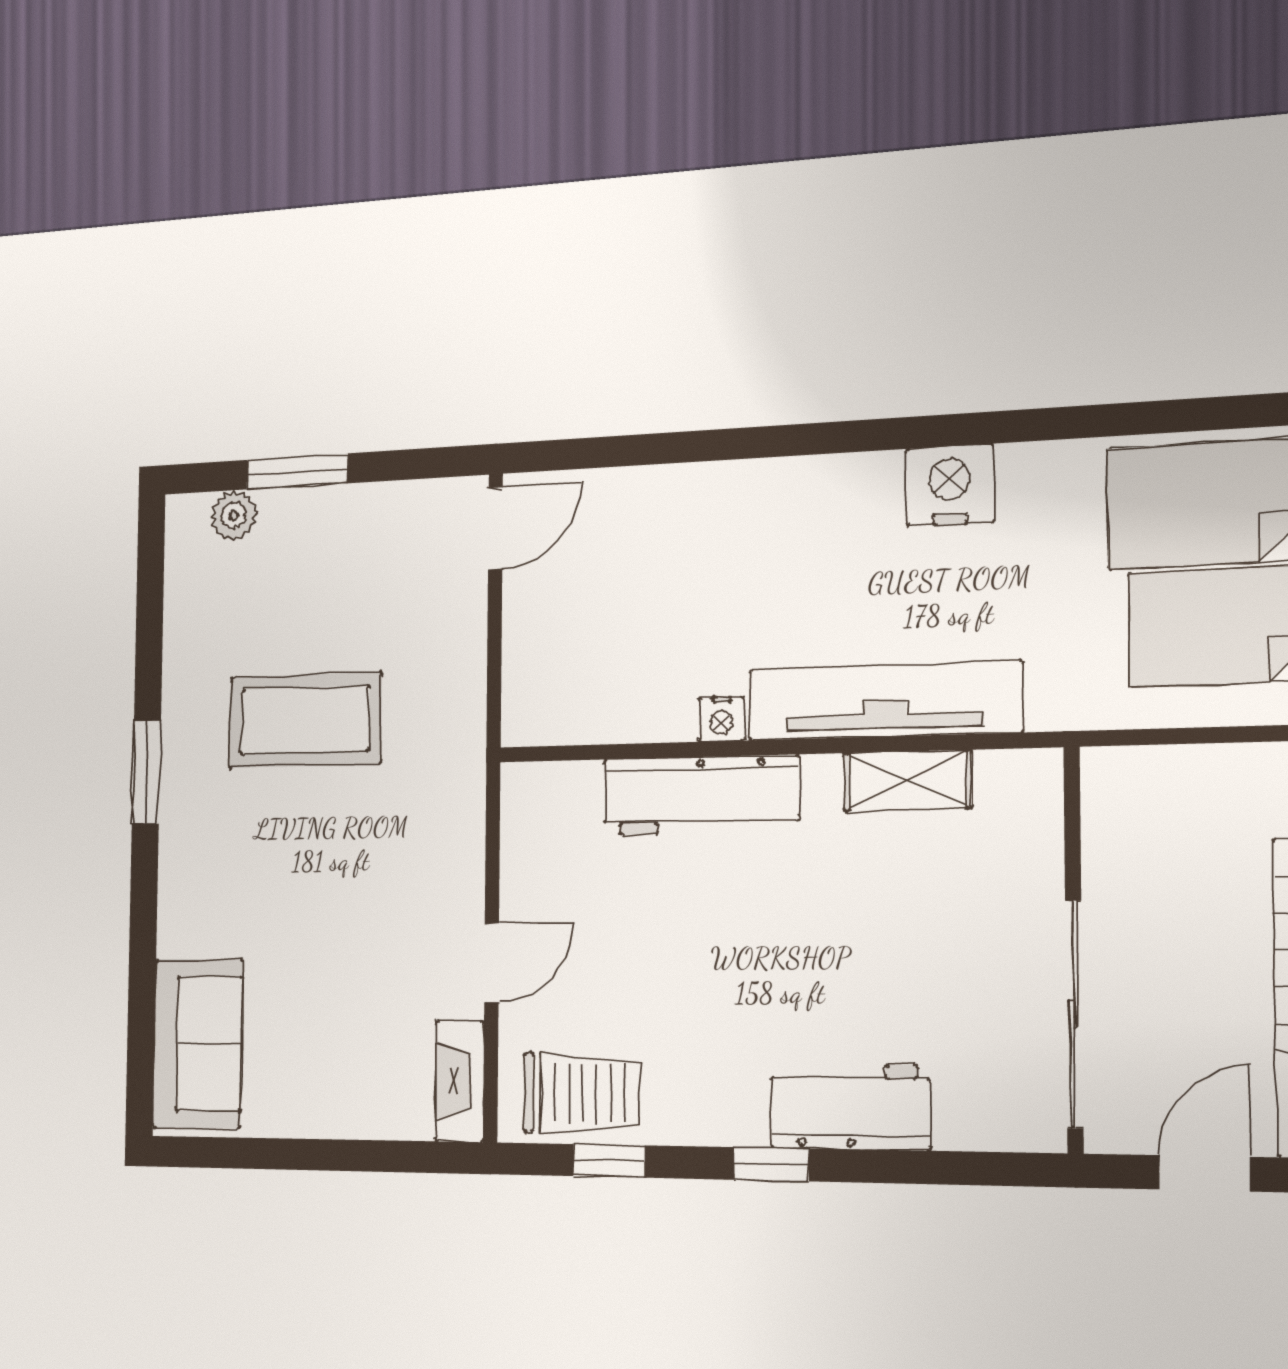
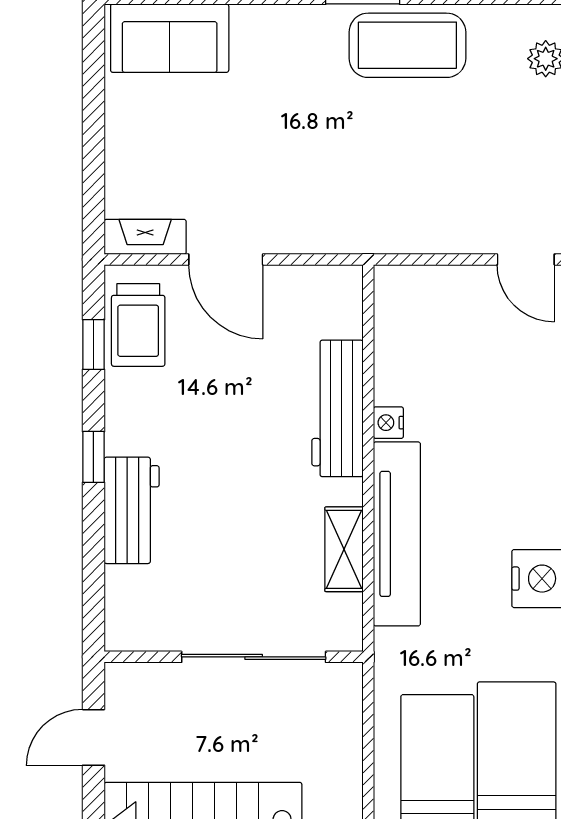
coffee table: (305, 720) -> (407, 45), moved, turned 90
door: (492, 963) -> (226, 259), width x1.38
sliding door: (1074, 1014) -> (254, 657), moved
door: (1205, 1173) -> (93, 737), swing flipped

